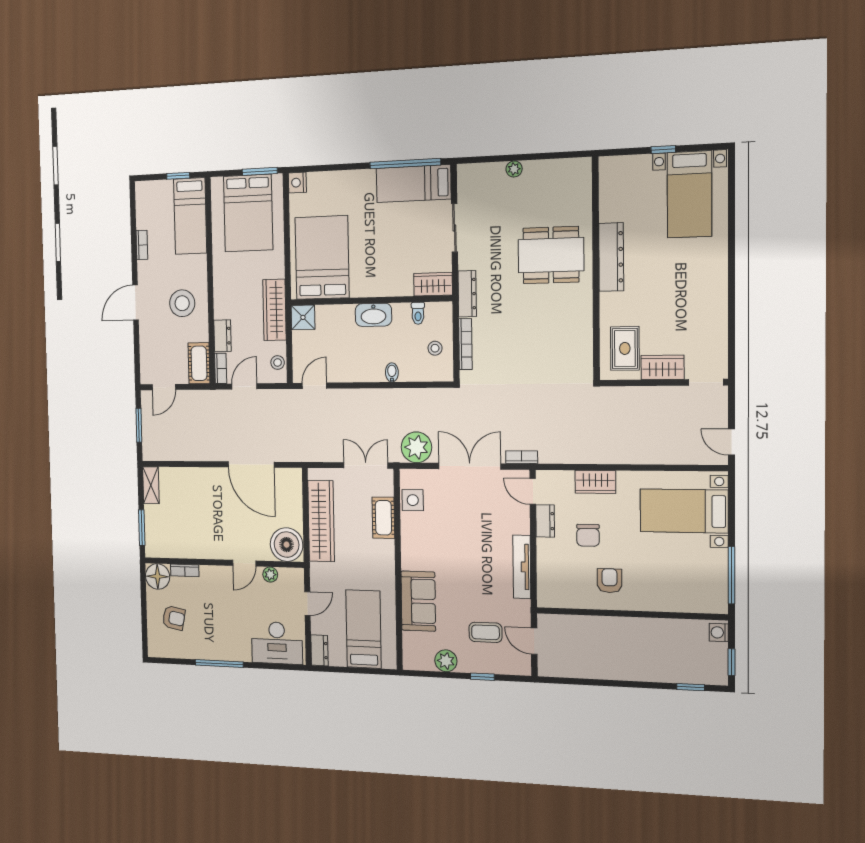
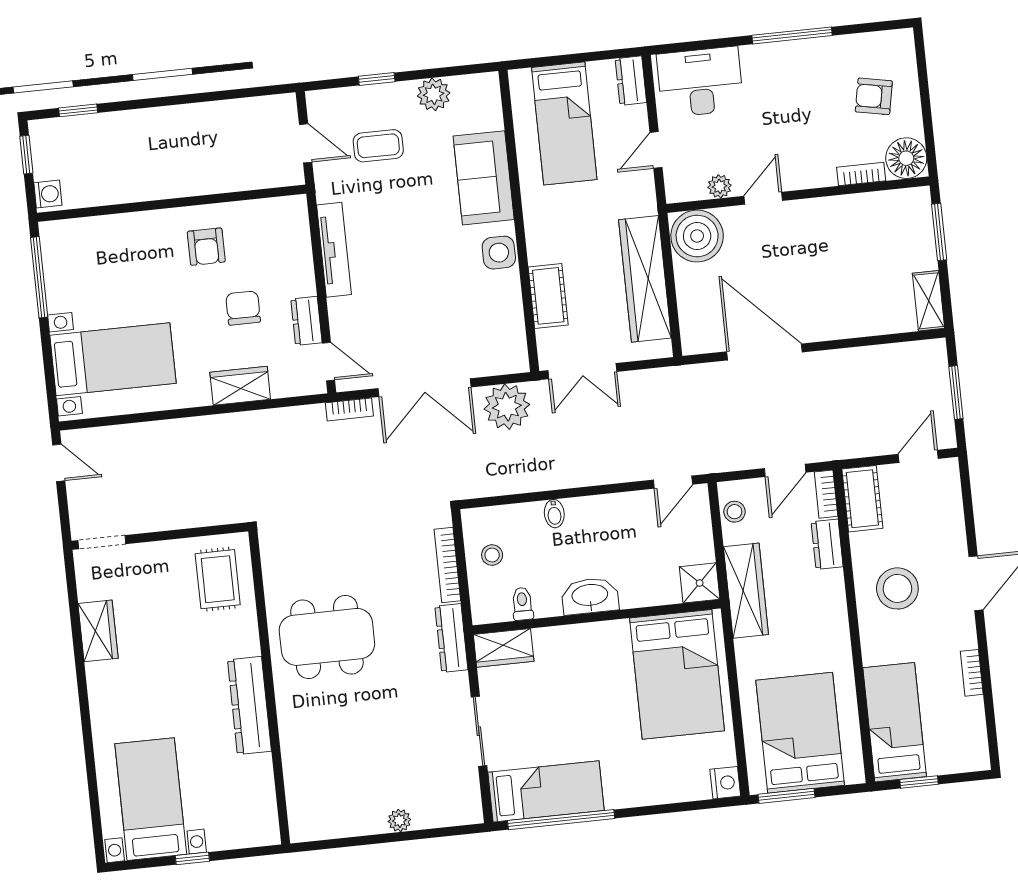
dining table: (551, 255) -> (327, 637), moved
wardrobe: (663, 367) -> (98, 631), moved, turned -90
side table: (413, 500) -> (499, 253), moved

